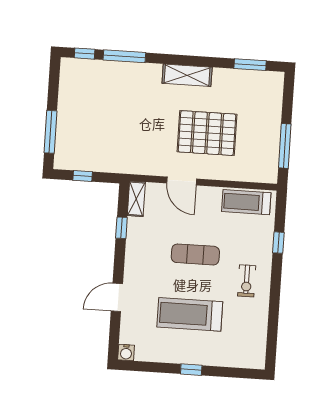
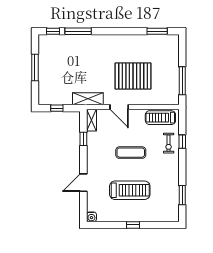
shelving: (187, 75) -> (88, 99), moved
window: (51, 132) -> (35, 68), moved
exercise bike: (247, 281) -> (169, 143), moved
treadmill: (190, 314) -> (130, 190), turned 180
window: (273, 328) -> (182, 195), added

